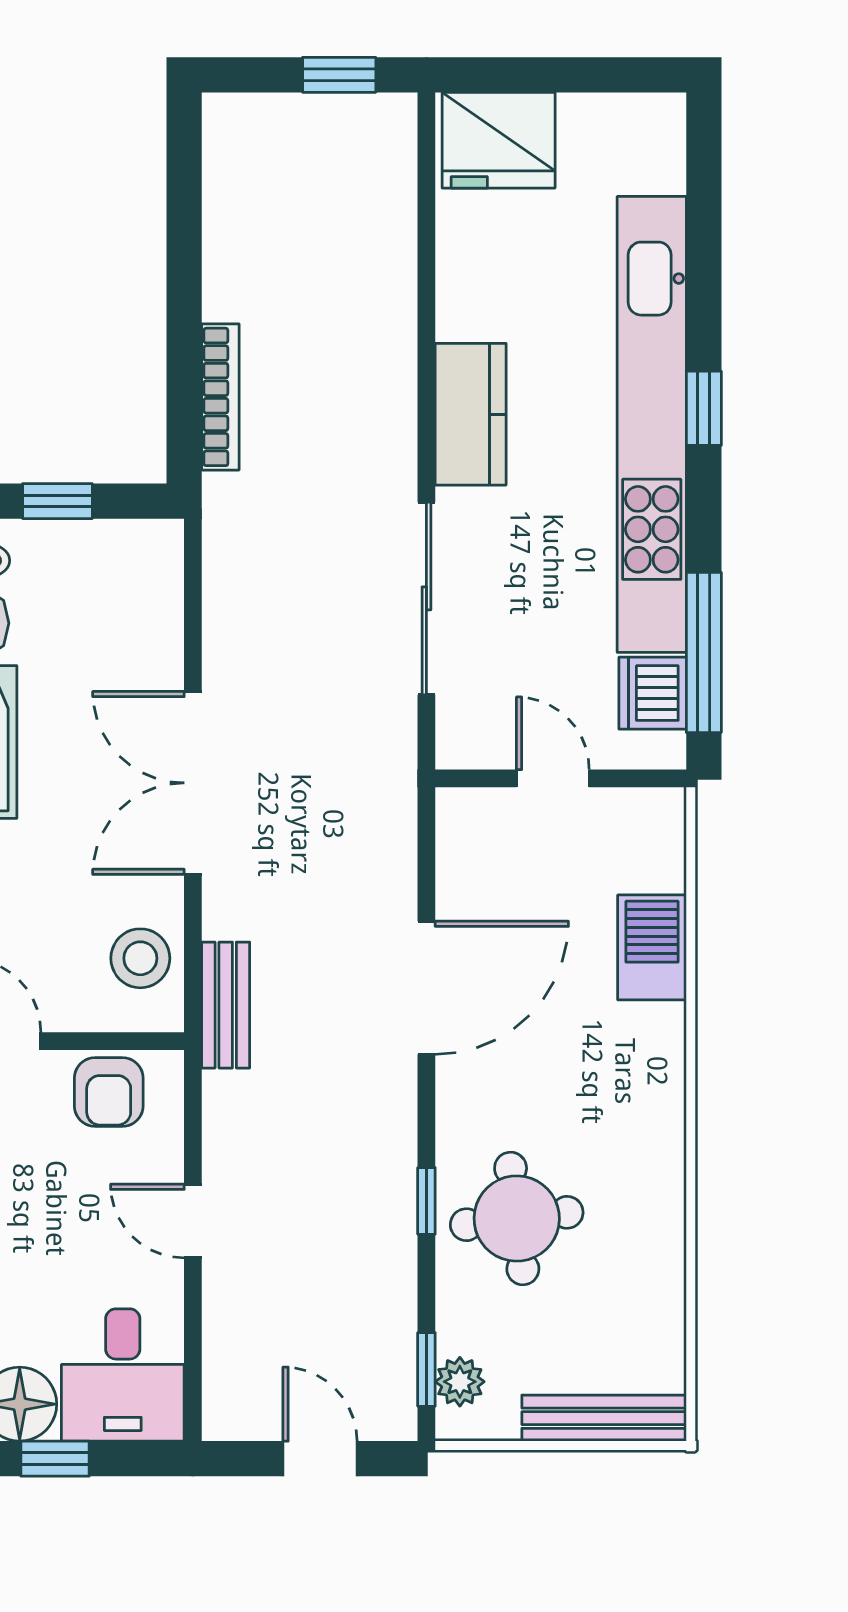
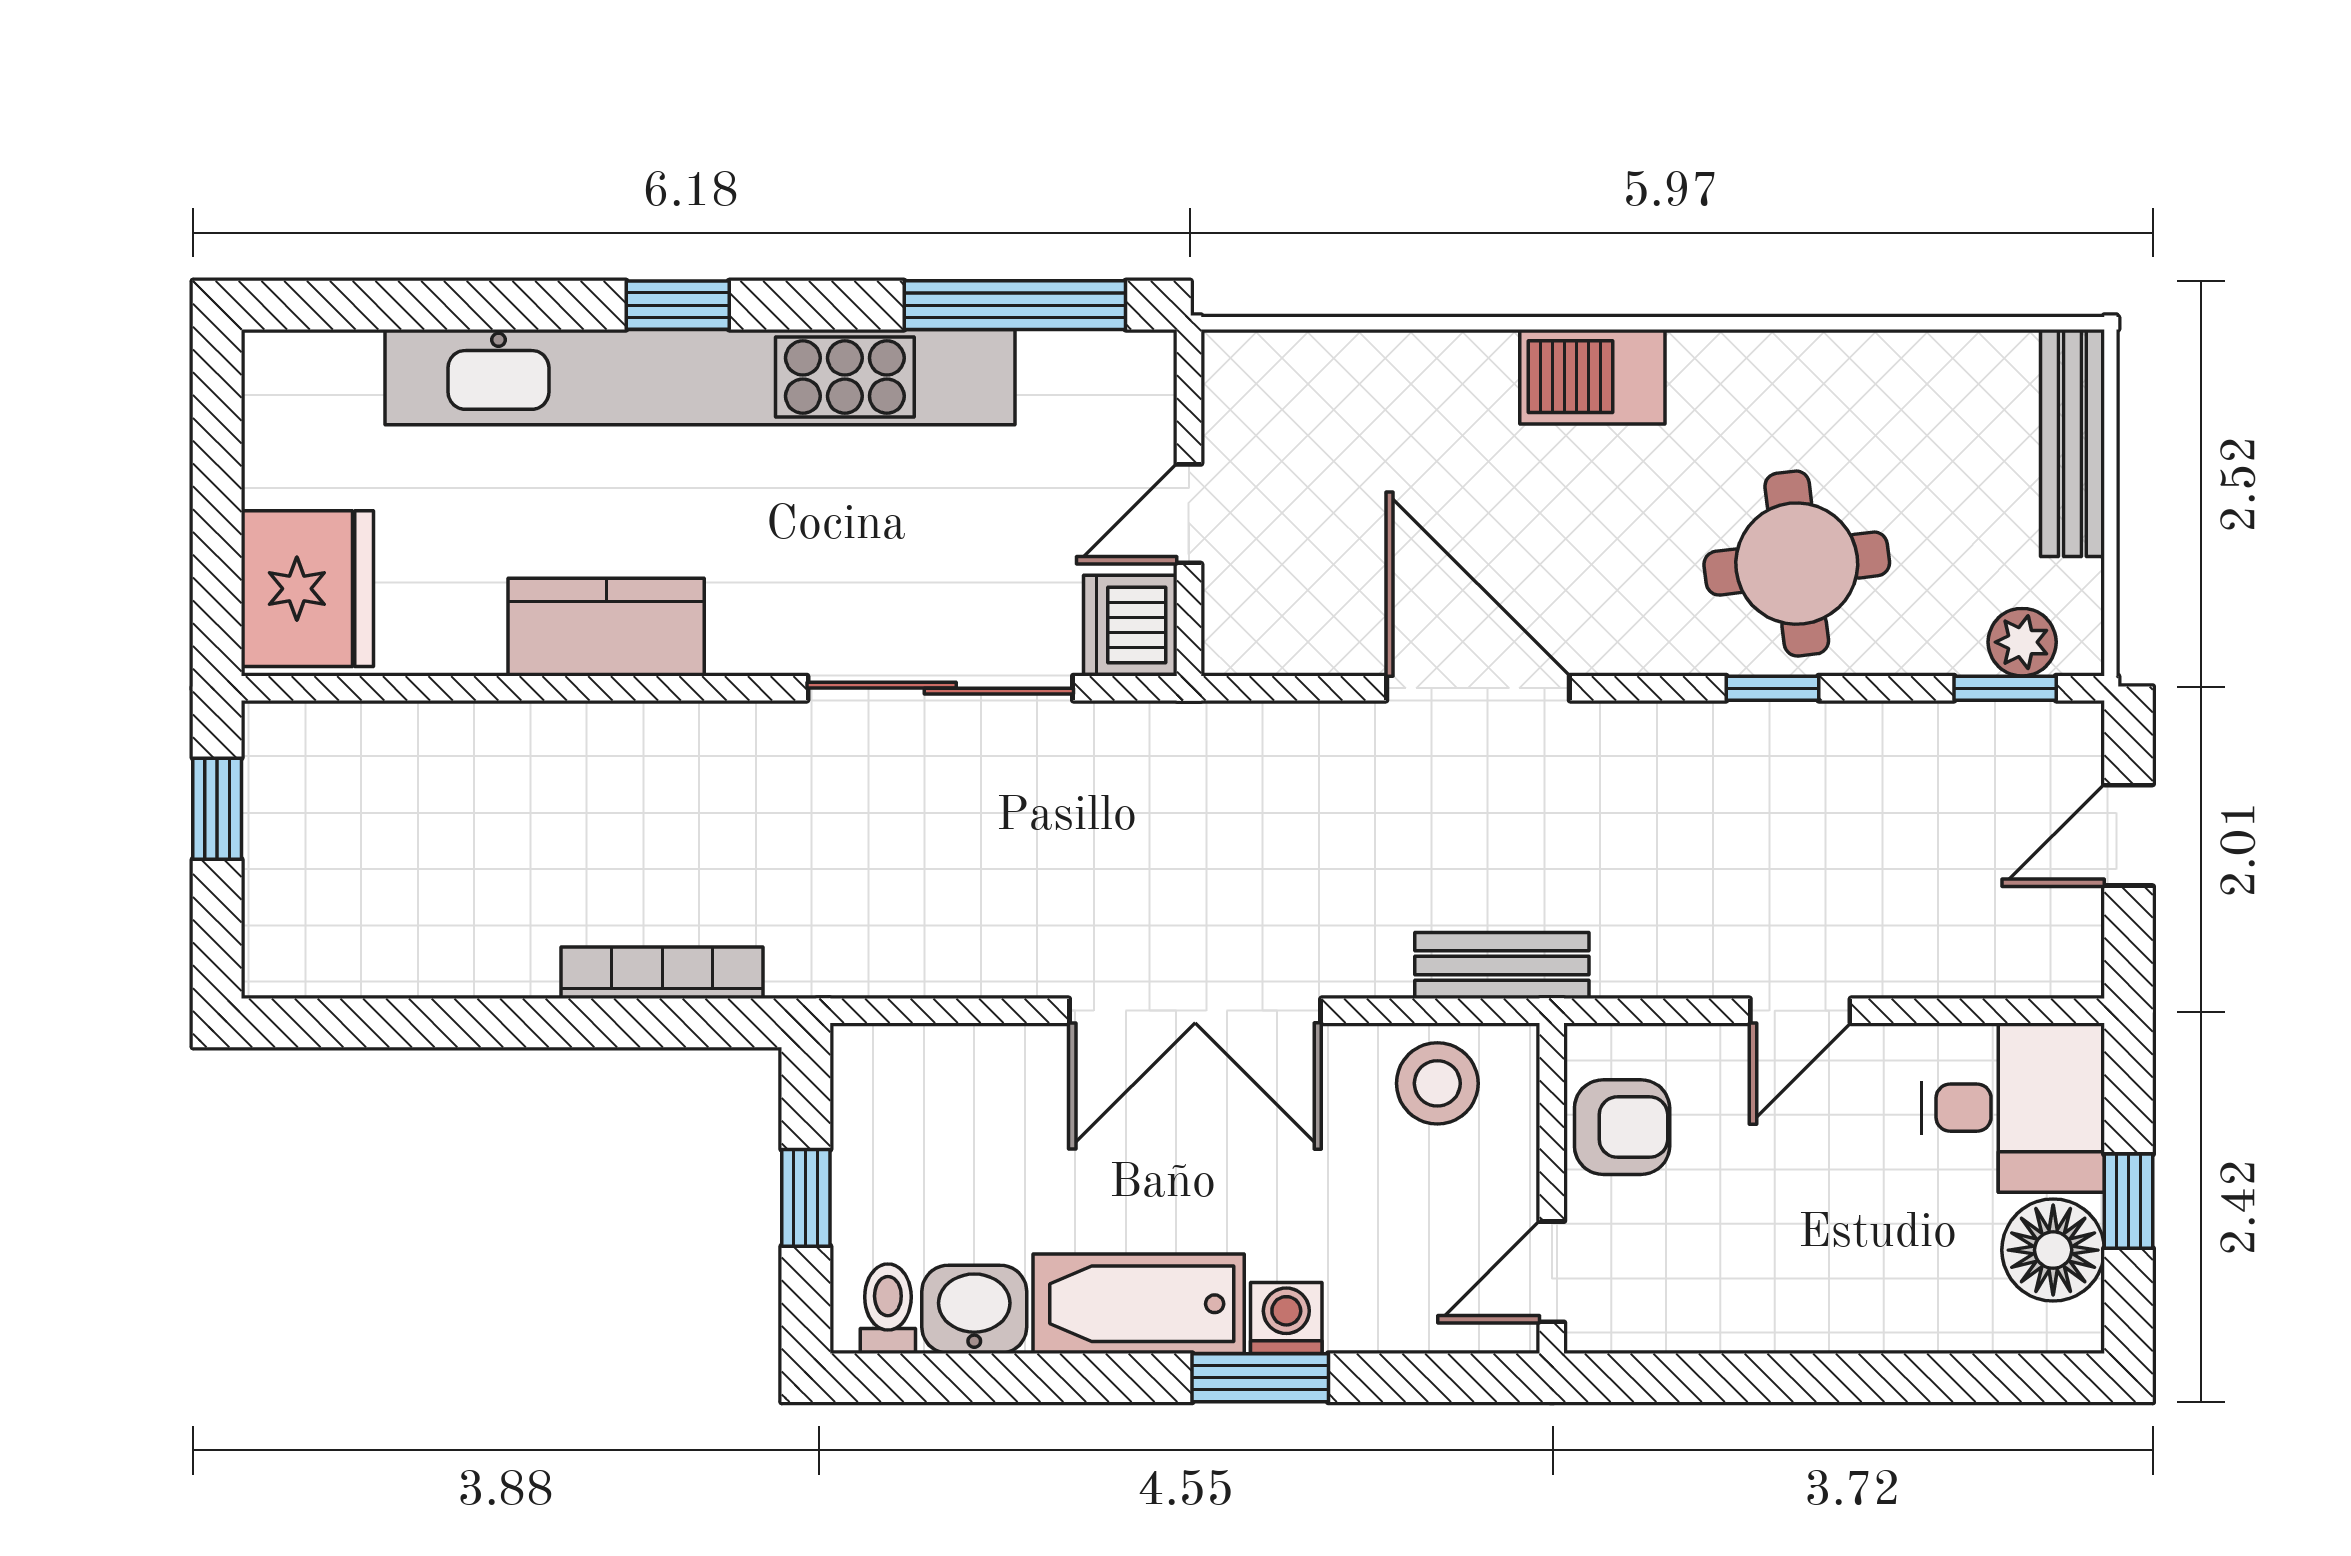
kitchen counter: (471, 414) -> (606, 627), moved
dishwasher: (653, 693) -> (1130, 625), moved, turned 90
barbecue: (652, 947) -> (1592, 377), moved

